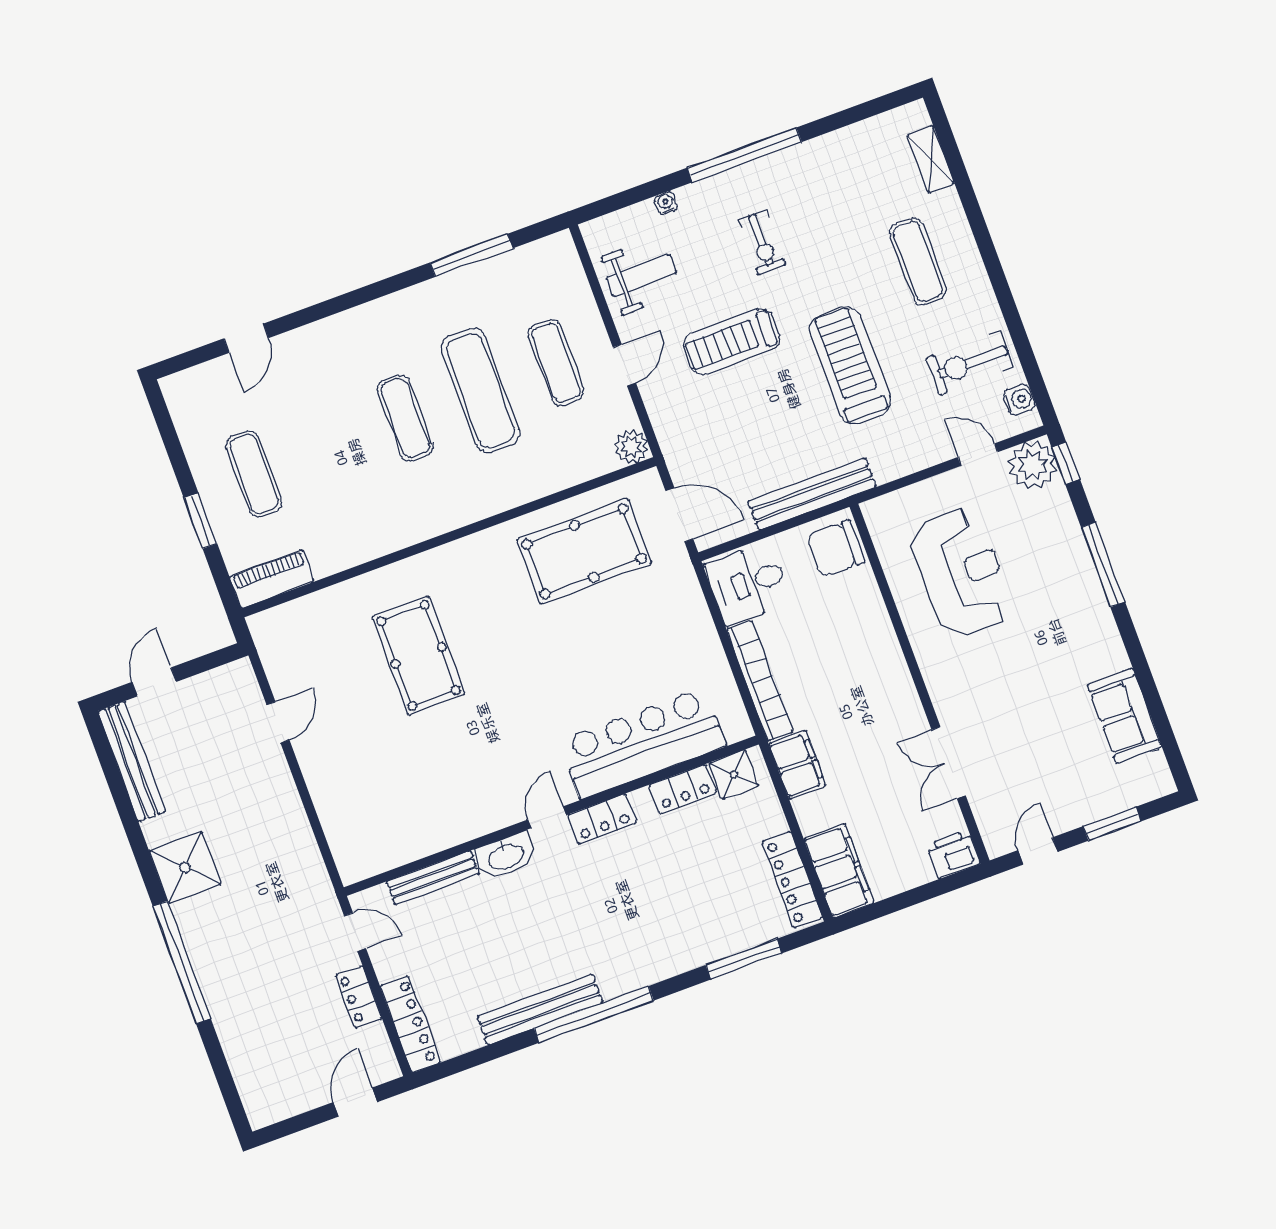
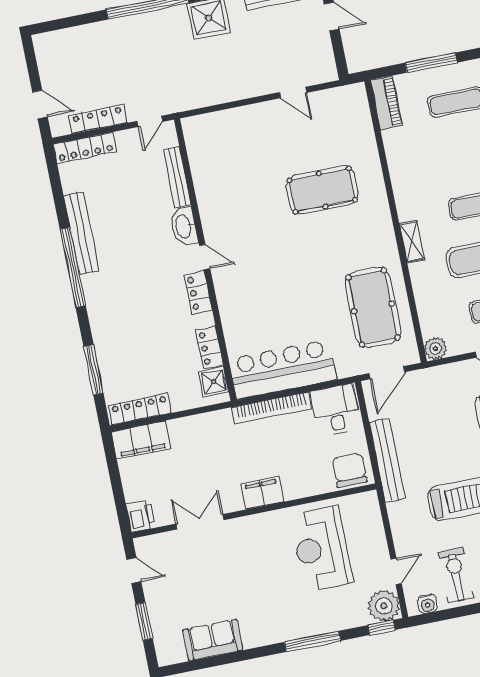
shelving: (476, 508) -> (412, 242), added
window: (200, 521) -> (431, 63), width x1.44
reception desk: (961, 573) -> (321, 549), turned 90
bar counter: (642, 743) -> (283, 369), moved, turned -90
filing cabinet: (797, 765) -> (262, 493), moved, turned 180
locker: (359, 997) -> (98, 119), width x1.53

